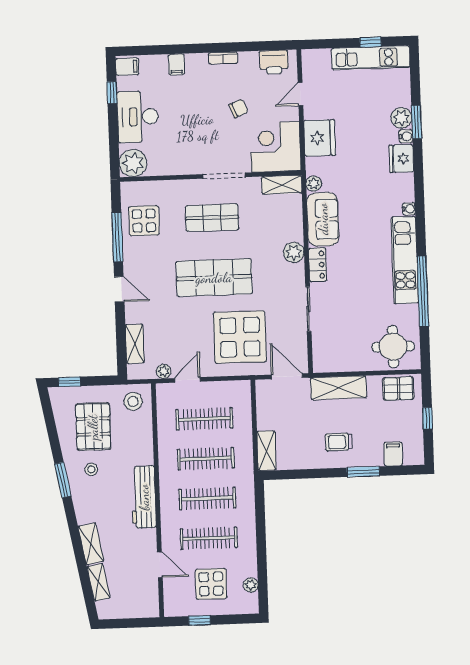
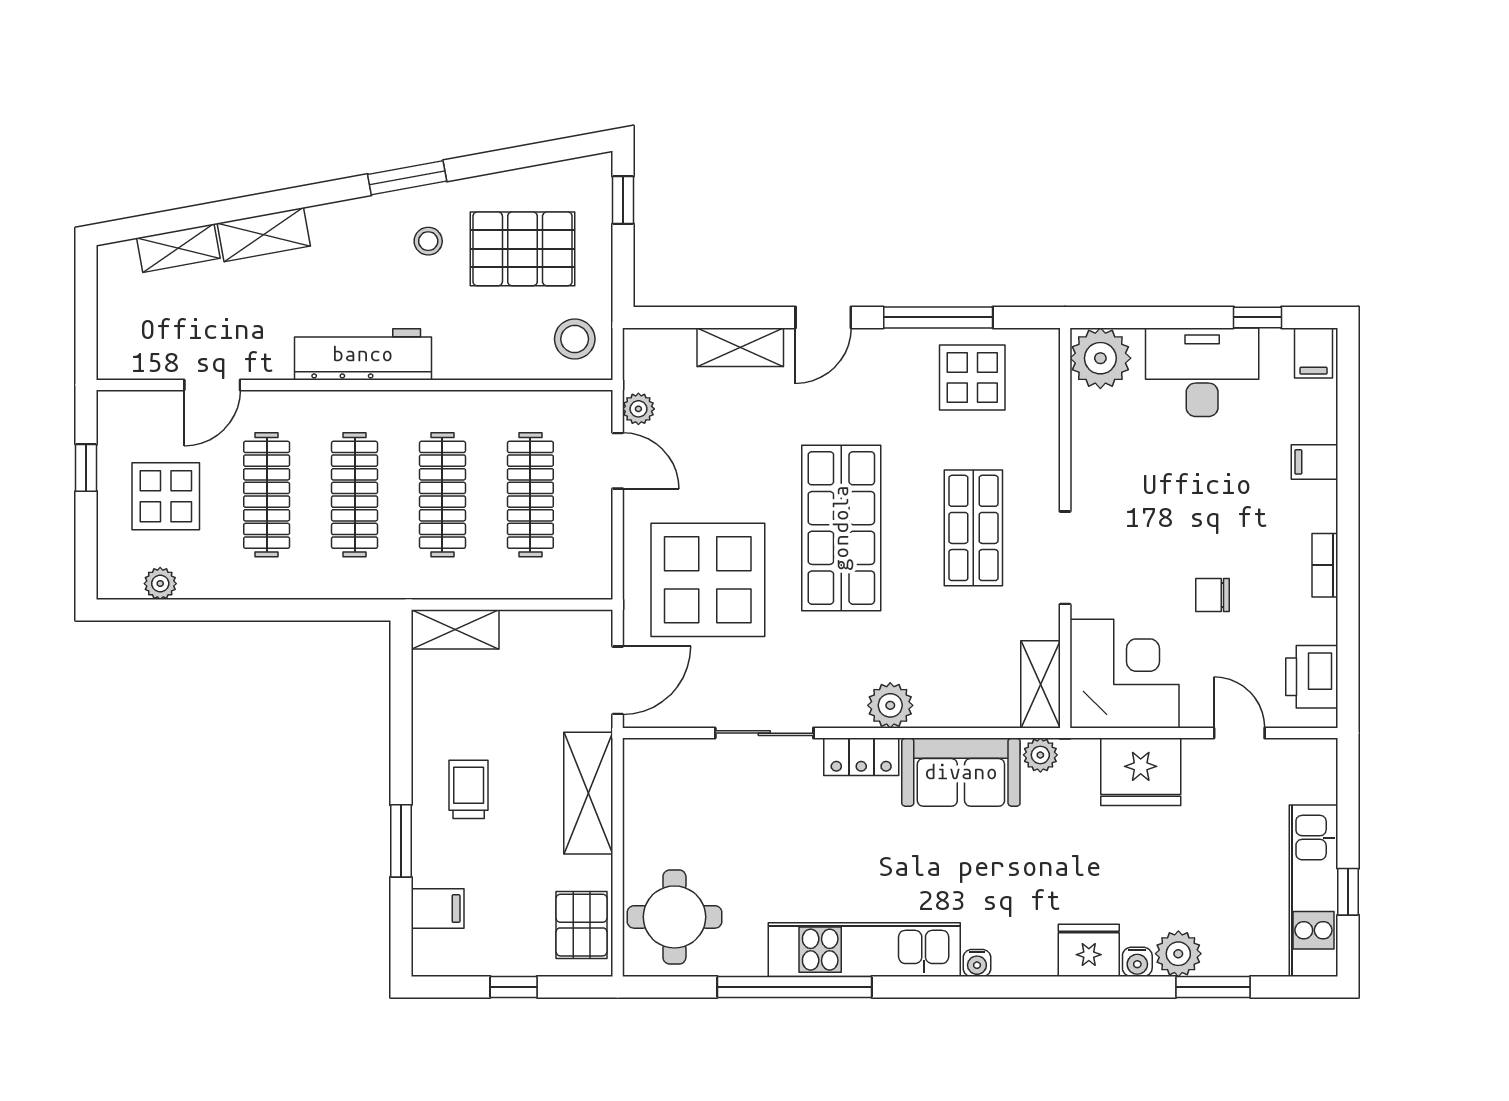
chair: (238, 108) -> (1212, 595), turned 112
window: (417, 122) -> (1213, 987), moved
shelving: (135, 344) -> (740, 347), moved

